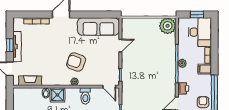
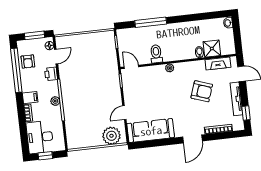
plant: (168, 26) -> (111, 136), moved
window: (10, 45) -> (246, 113), moved
armchair: (76, 62) -> (202, 91), moved
shower: (57, 95) -> (212, 49), moved

